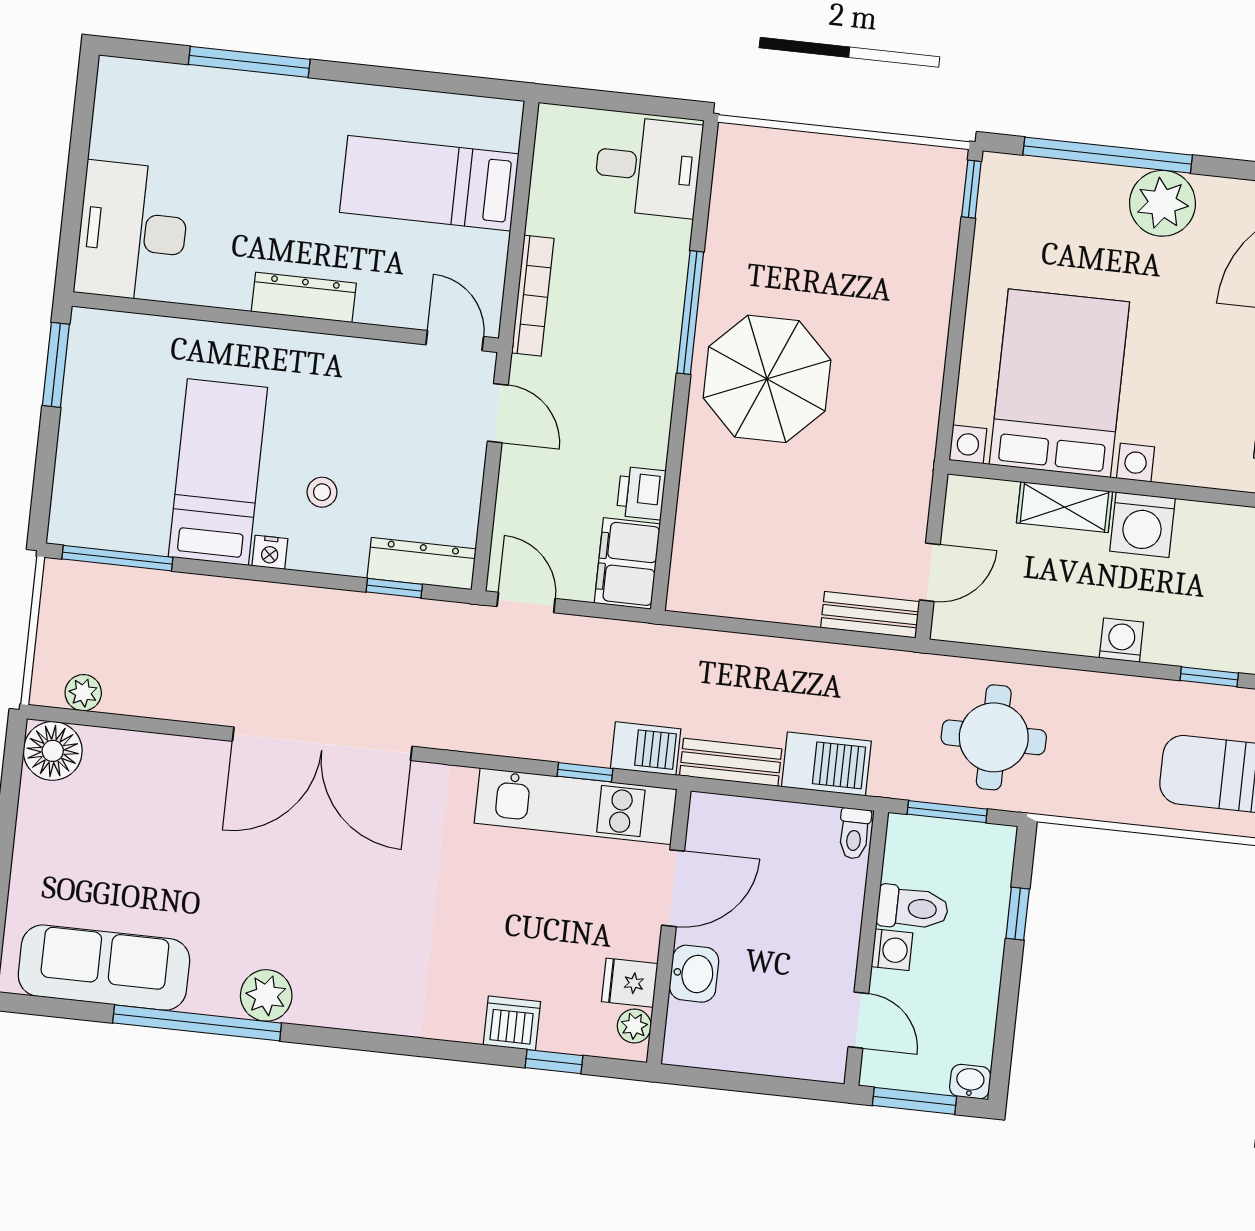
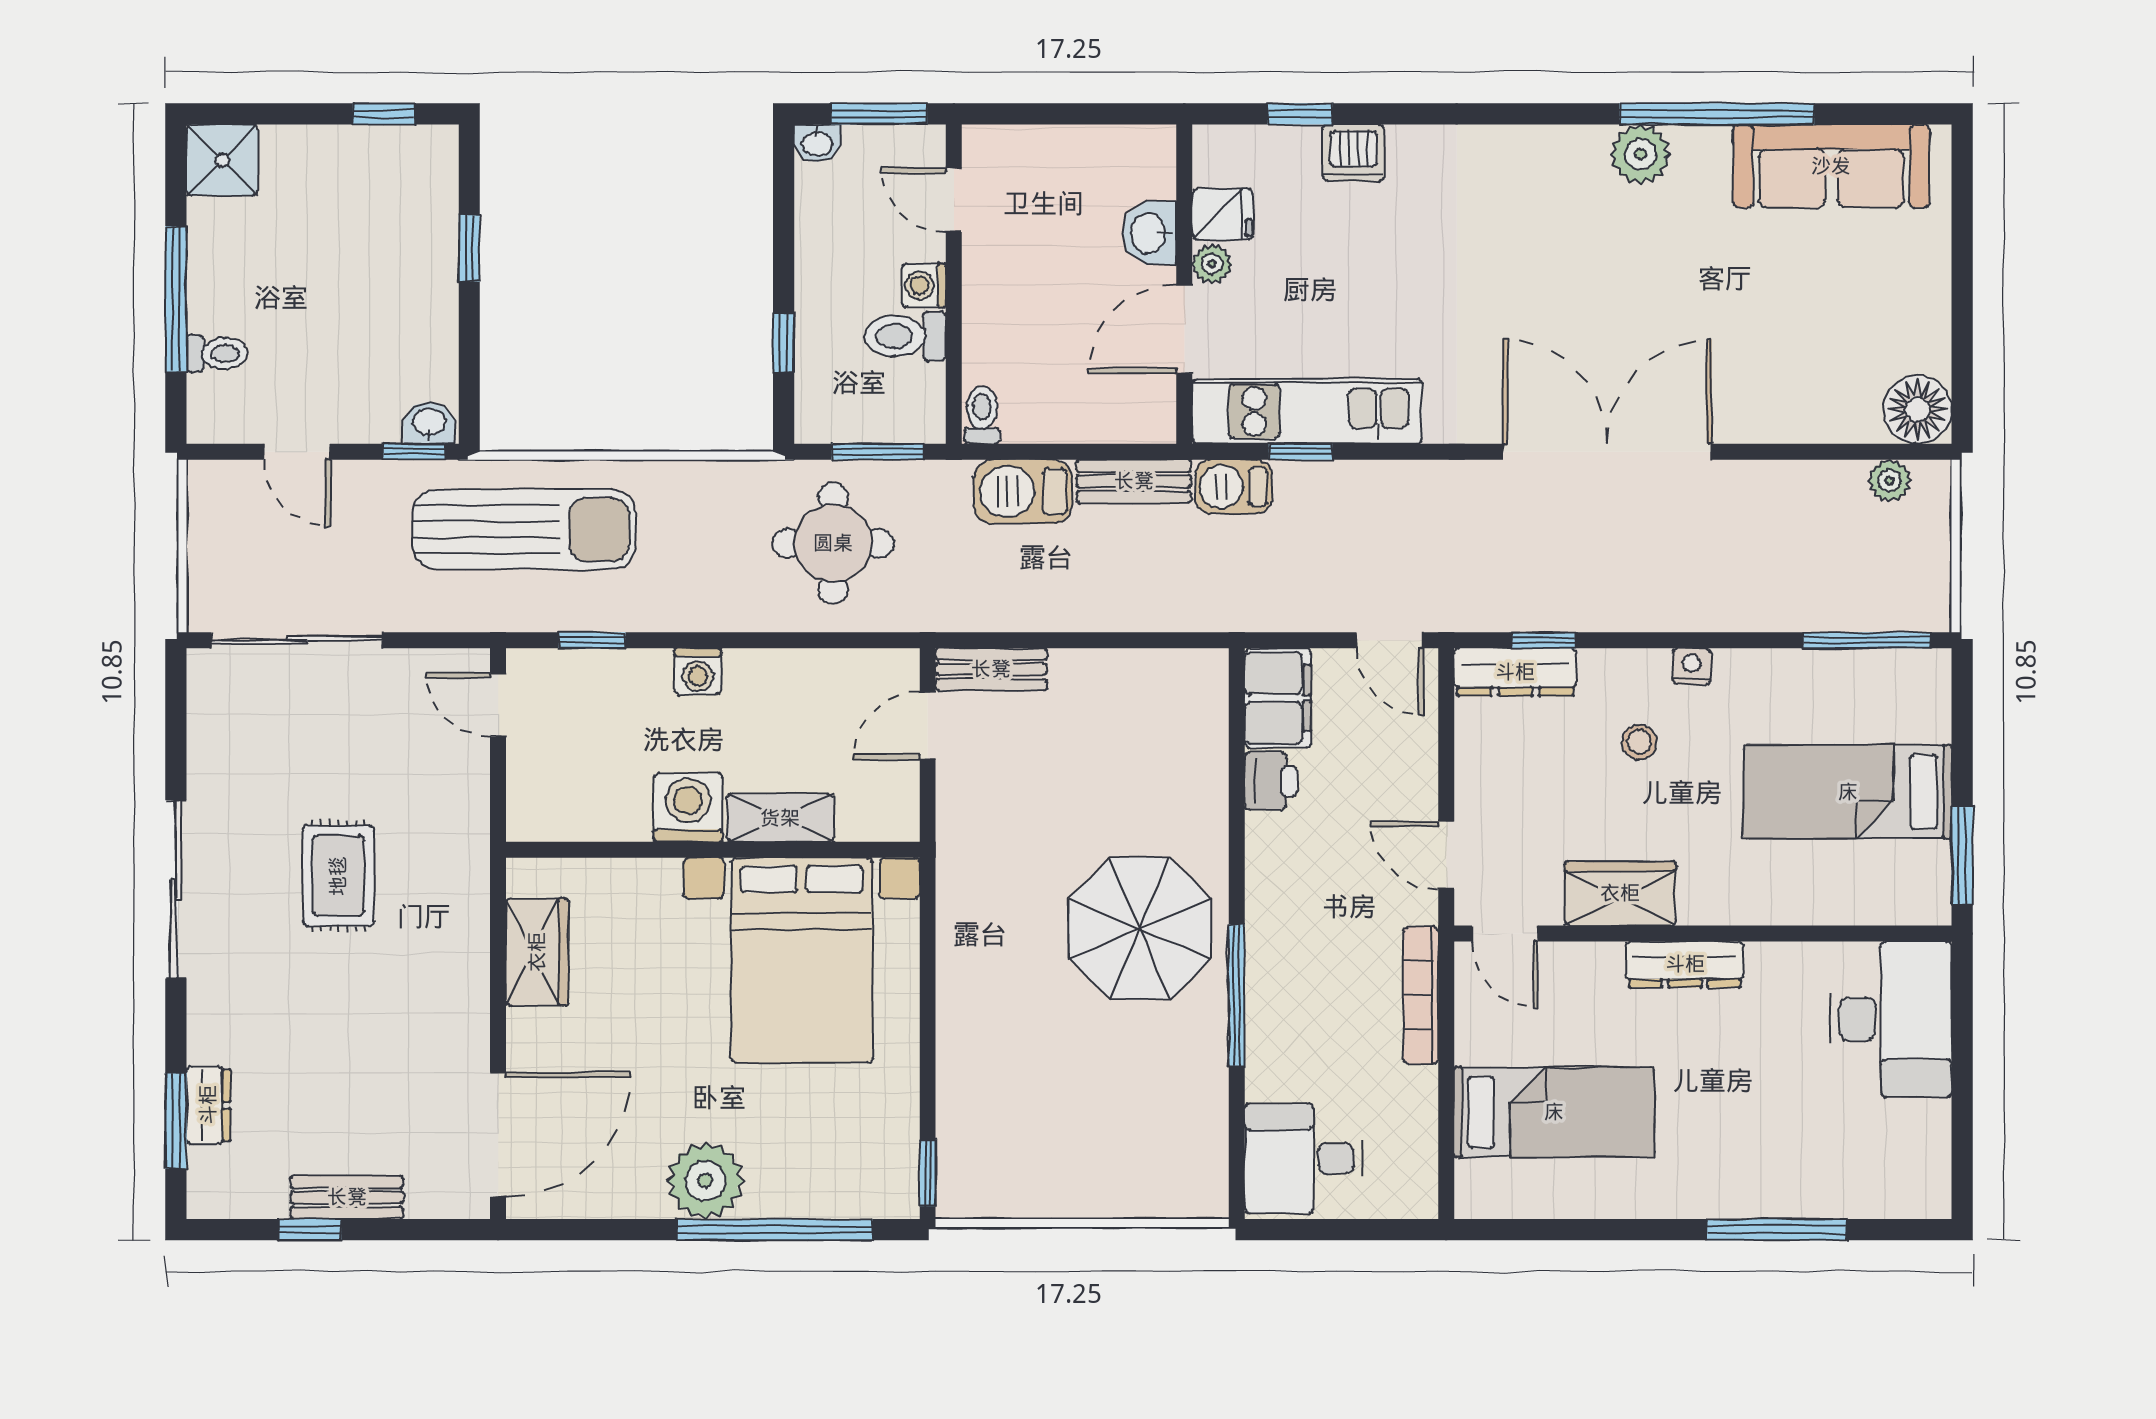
wardrobe: (352, 364) -> (1620, 893), added
bed: (218, 472) -> (1848, 792), moved, turned 90
plant: (634, 1026) -> (1212, 264), moved

